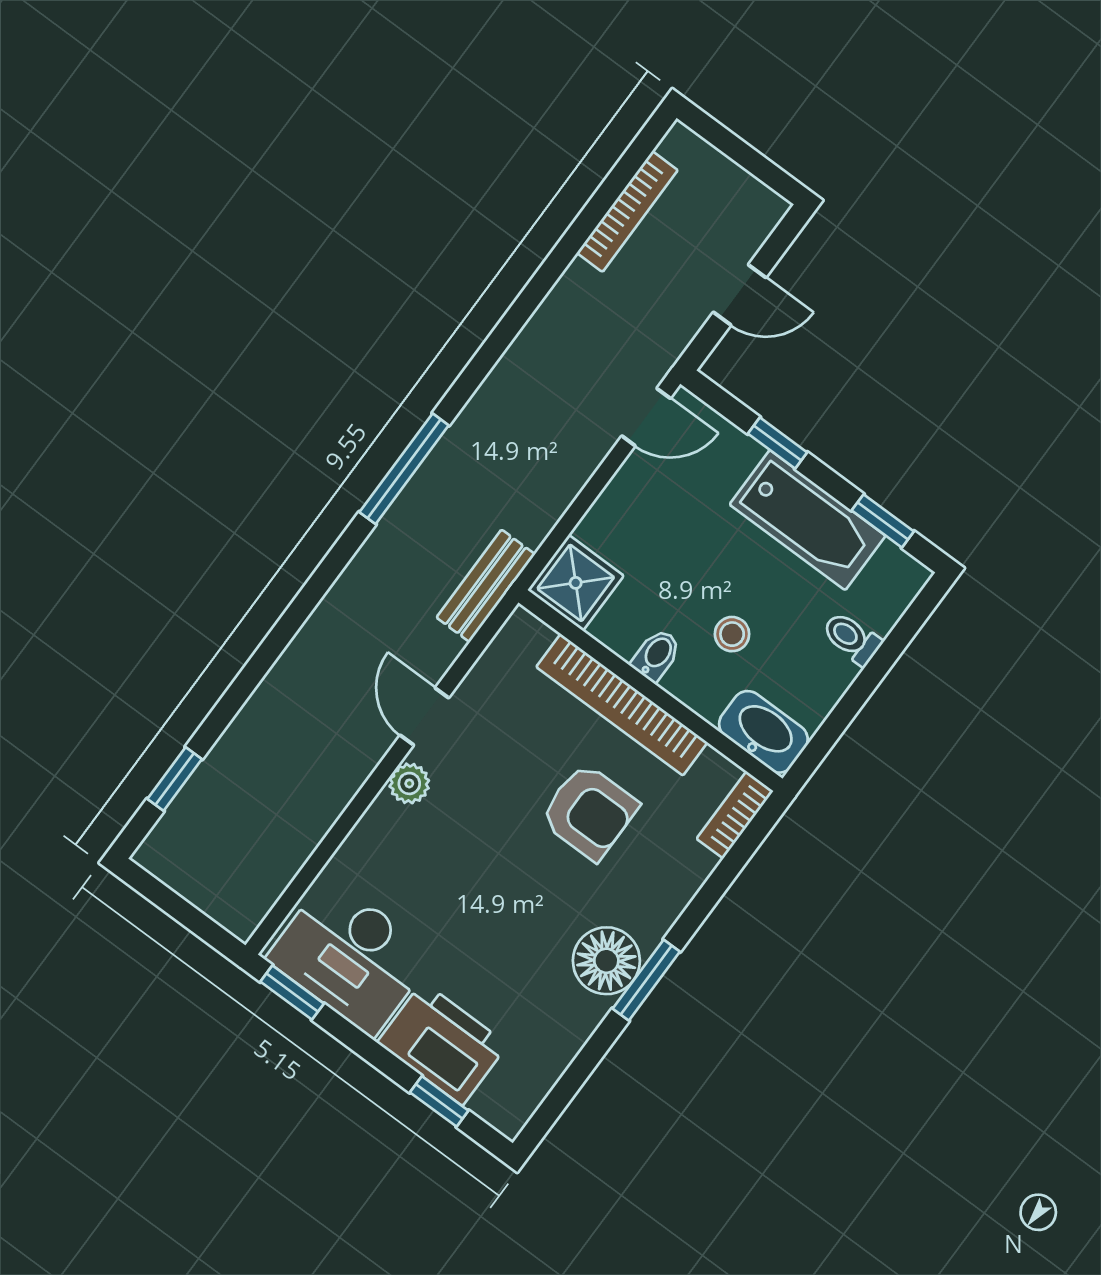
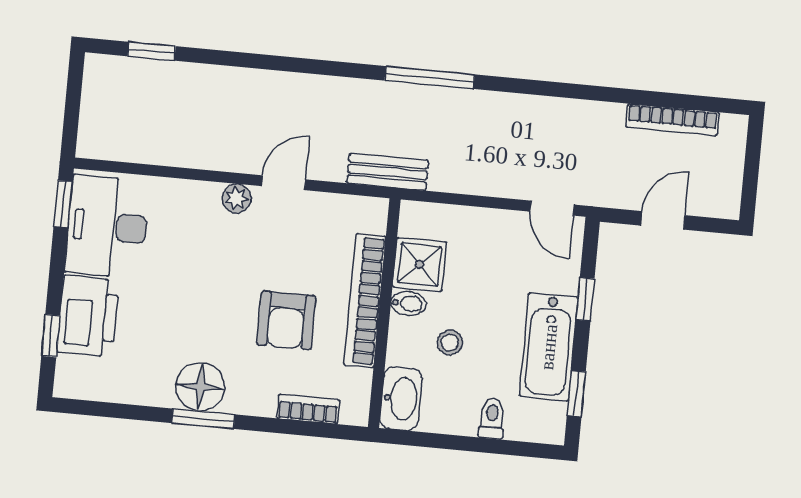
door: (740, 295) -> (663, 220), swing flipped
shower: (576, 583) -> (419, 264), moved
bookcase: (735, 815) -> (308, 409), moved

